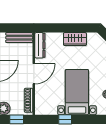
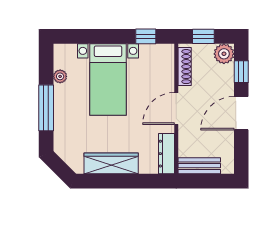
wardrobe: (75, 39) -> (111, 163), width x1.50
window: (65, 119) -> (146, 36), moved

